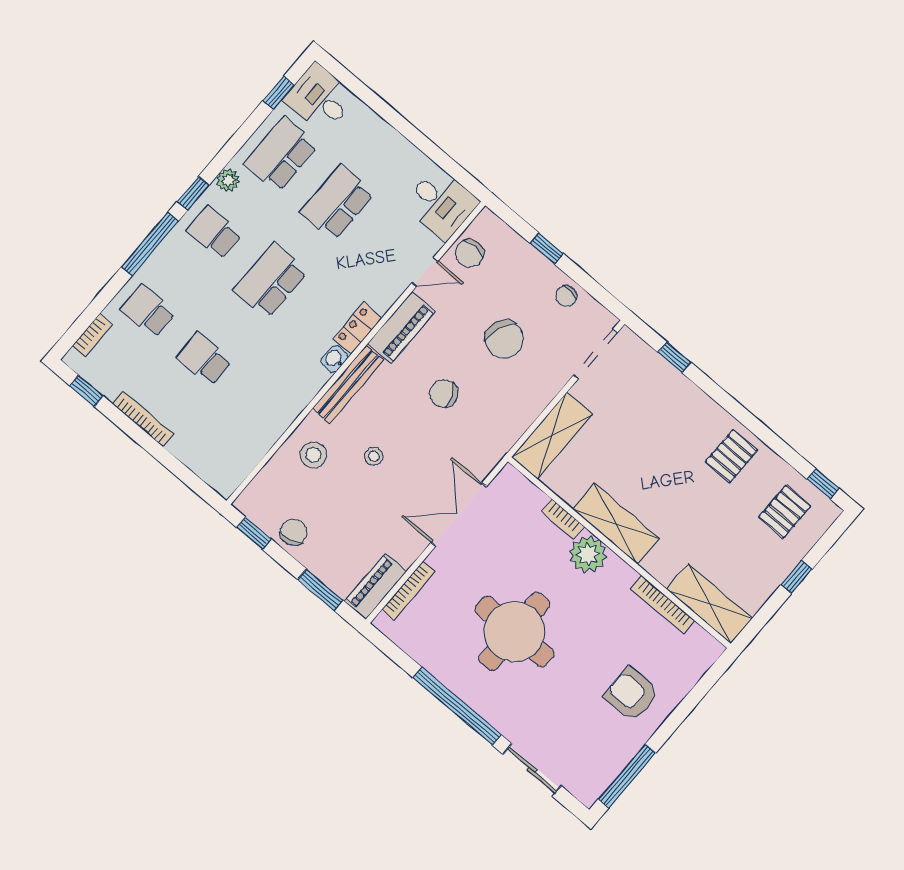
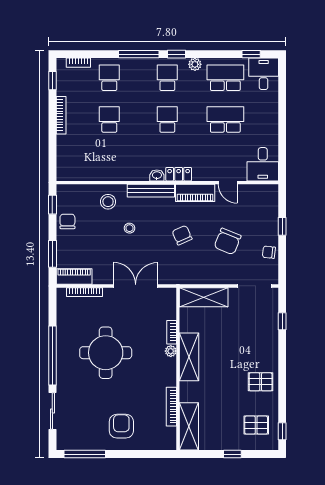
chair: (469, 253) -> (252, 195), removed
school desk: (271, 281) -> (167, 119), width x0.54
chair: (294, 532) -> (67, 221), turned -75
plant: (588, 554) -> (171, 351), width x0.53, depth x0.53

